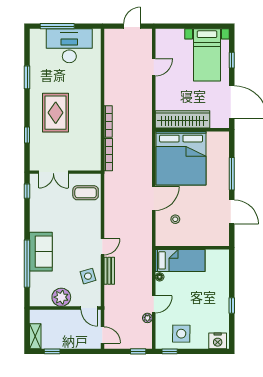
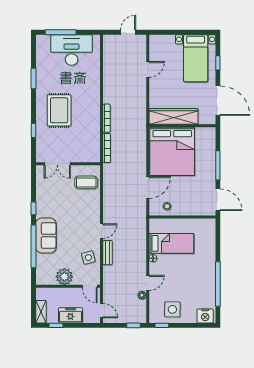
window: (27, 191) -> (33, 208), moved
wall: (192, 248) -> (182, 217), moved
window: (232, 306) -> (218, 284), width x3.17
freezer: (68, 340) -> (71, 315), added

